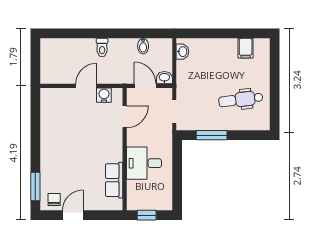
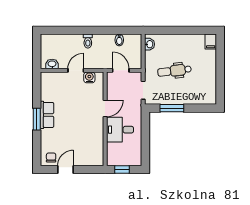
filing cabinet: (246, 48) -> (211, 41), moved
washbasin: (164, 78) -> (52, 64), moved
dental chair: (241, 100) -> (174, 71), moved
door: (125, 117) -> (105, 108), moved
row of seats: (114, 180) -> (47, 115), moved, turned 180
window: (35, 187) -> (37, 119), moved

